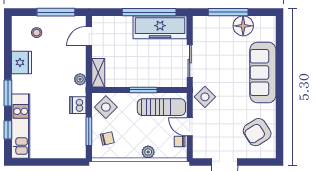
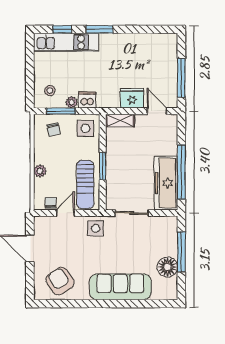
stool: (37, 33) -> (50, 91), moved
fridge: (21, 63) -> (132, 98), moved, turned 180
plant: (80, 79) -> (72, 102), moved
side table: (205, 97) -> (96, 228), turned 45
side table: (106, 107) -> (85, 128), turned 45

